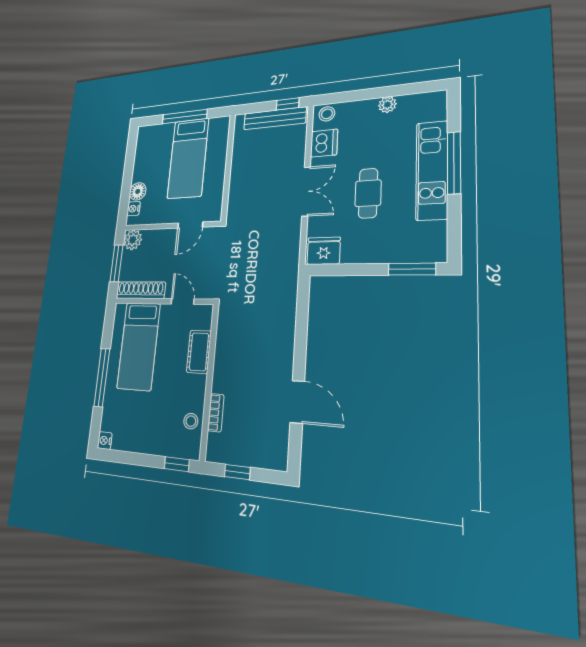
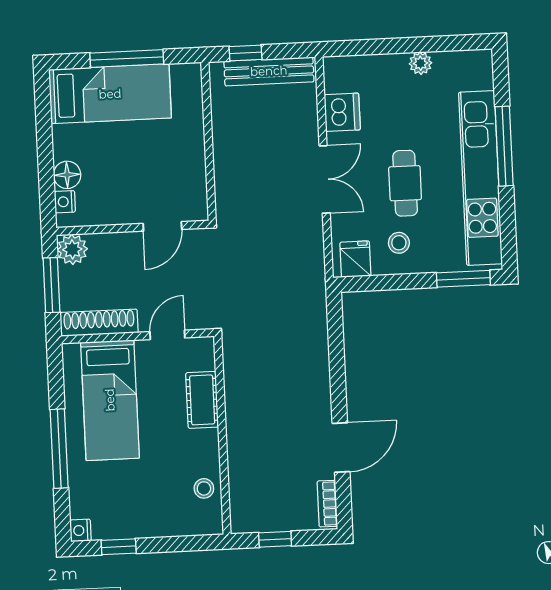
window: (288, 104) -> (245, 53), moved
stool: (327, 114) -> (399, 243), moved
bed: (188, 158) -> (110, 94), moved, turned -90
kitchen unit: (432, 170) -> (481, 178), width x1.36
fridge: (324, 251) -> (355, 259), width x0.72
door: (183, 301) -> (167, 335), hinge flipped
door: (297, 402) -> (341, 448), hinge flipped
bookcase: (216, 413) -> (327, 504), moved, turned 180
window: (177, 464) -> (119, 547), moved

